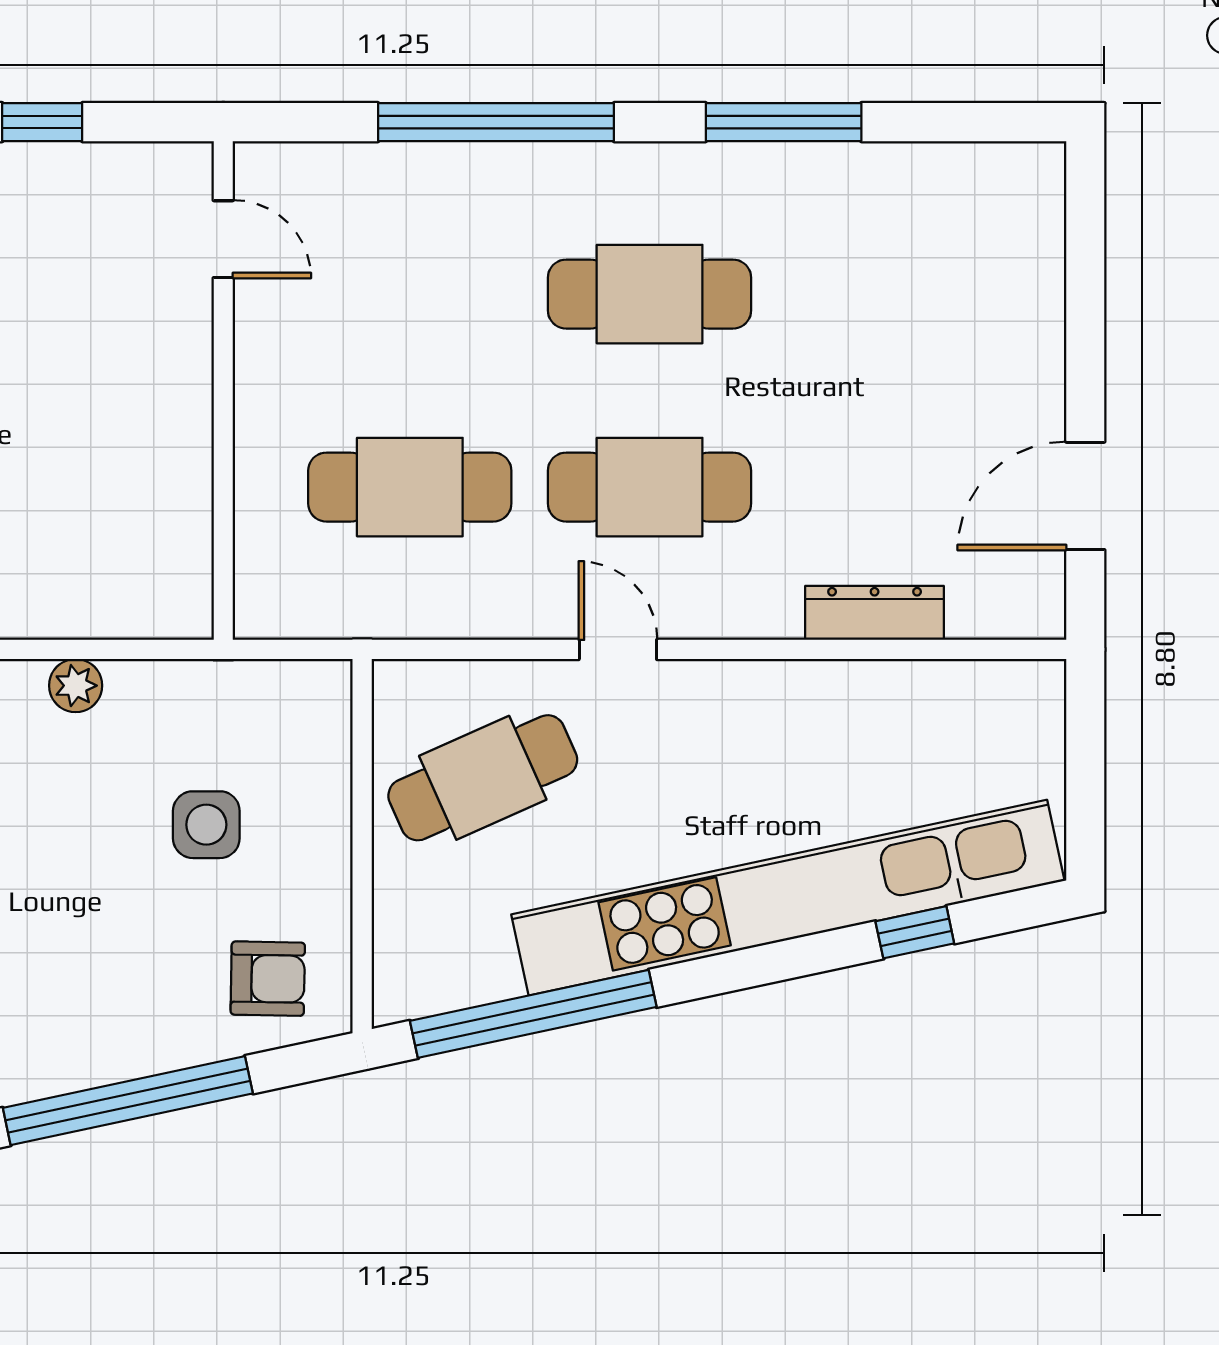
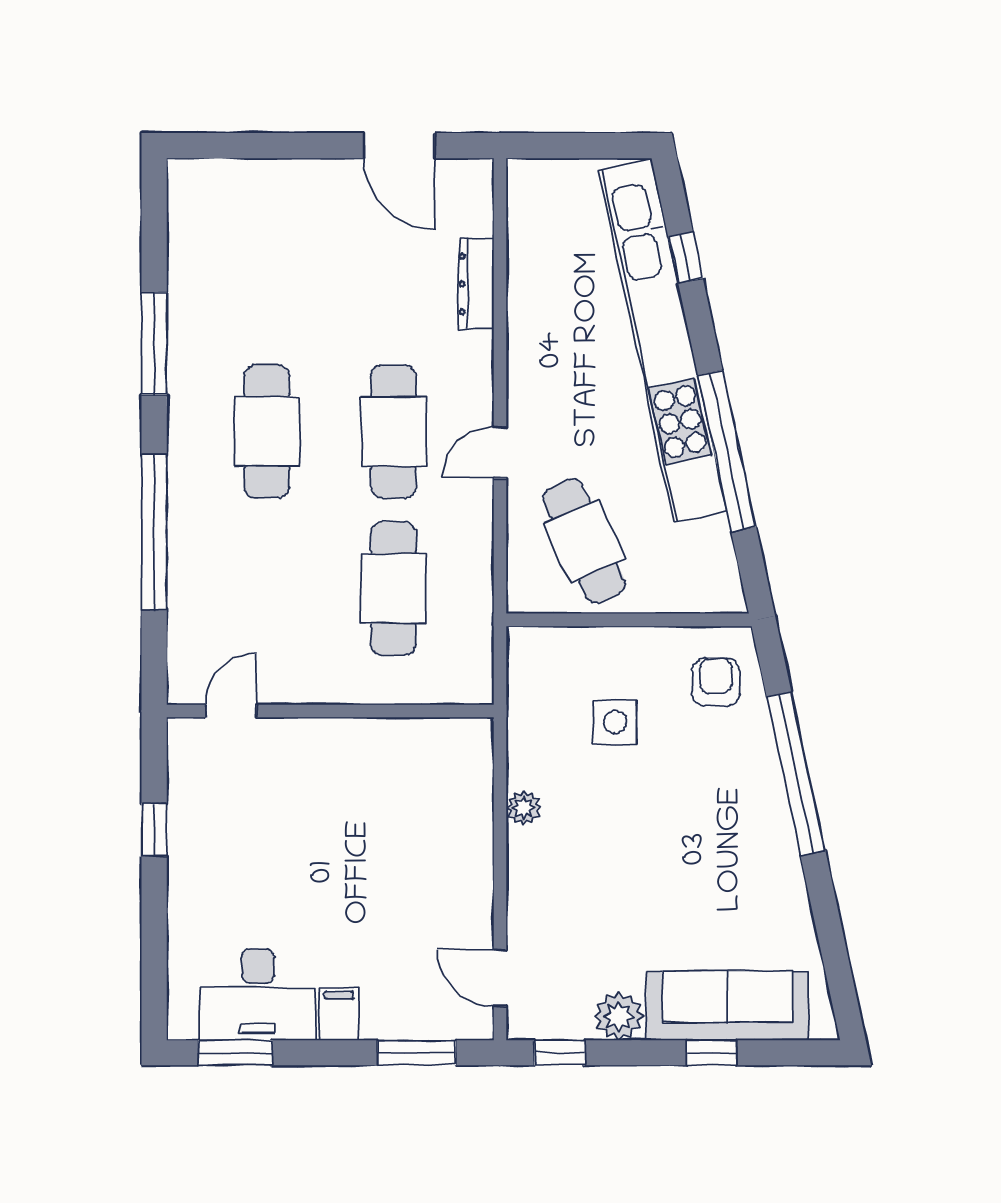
window: (533, 1014) -> (727, 451), moved

